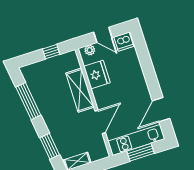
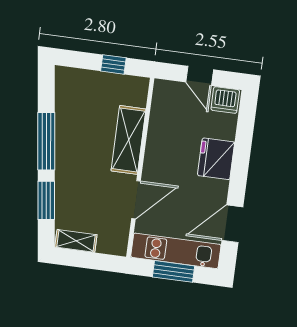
plant: (90, 50) -> (170, 89), removed
fridge: (97, 75) -> (216, 159), moved, turned 180
window: (28, 101) -> (46, 141), moved

